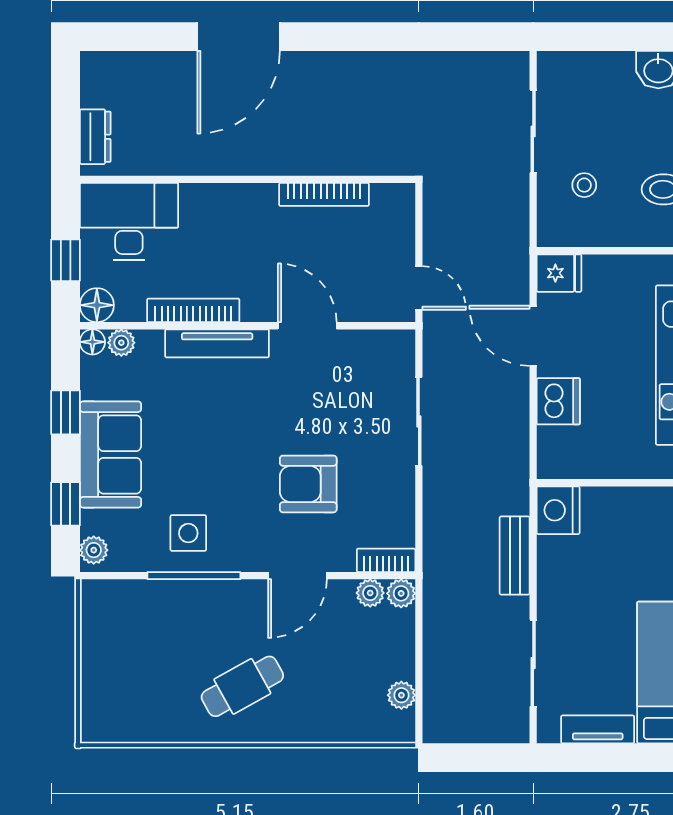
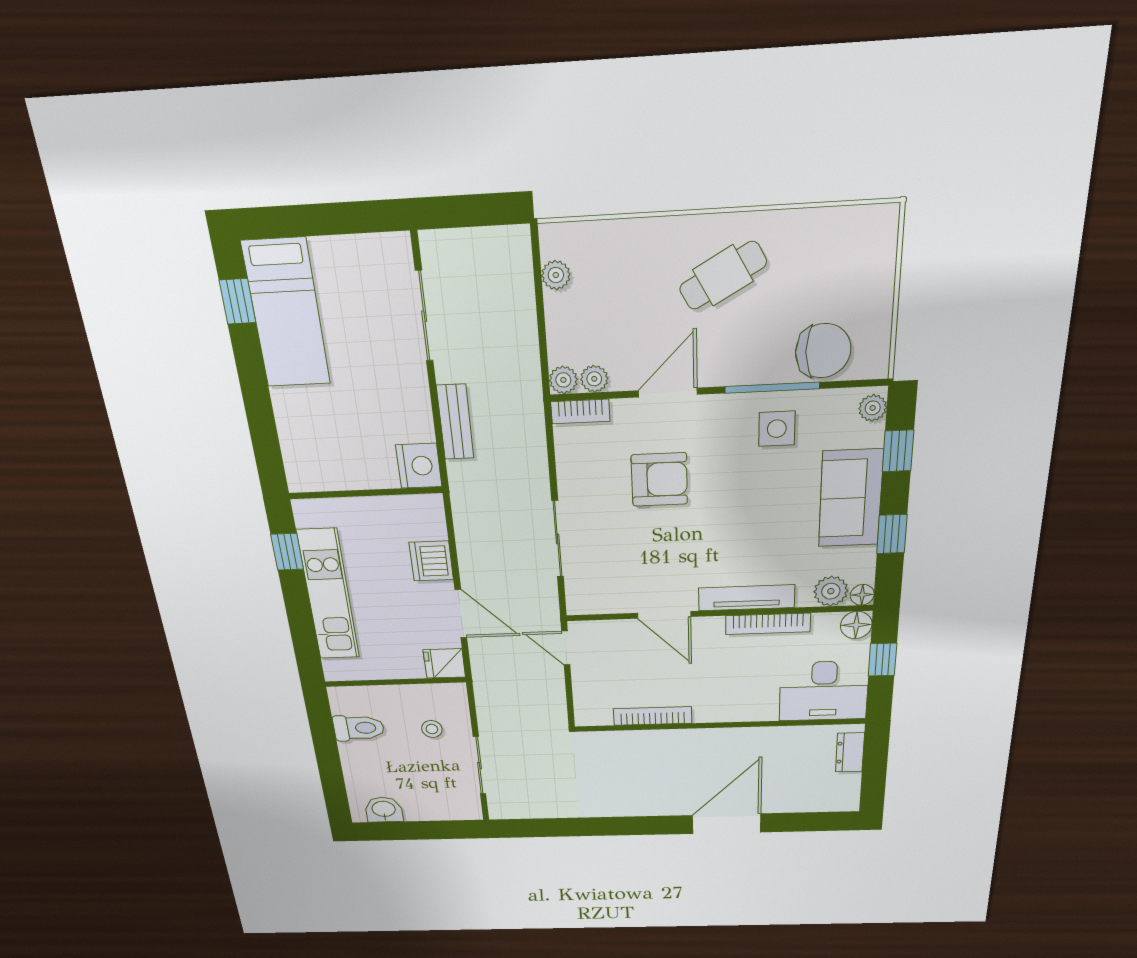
plant: (121, 343) -> (831, 591), width x1.38, depth x1.38
chair: (145, 610) -> (823, 351), added
tv unit: (598, 729) -> (349, 249), removed

